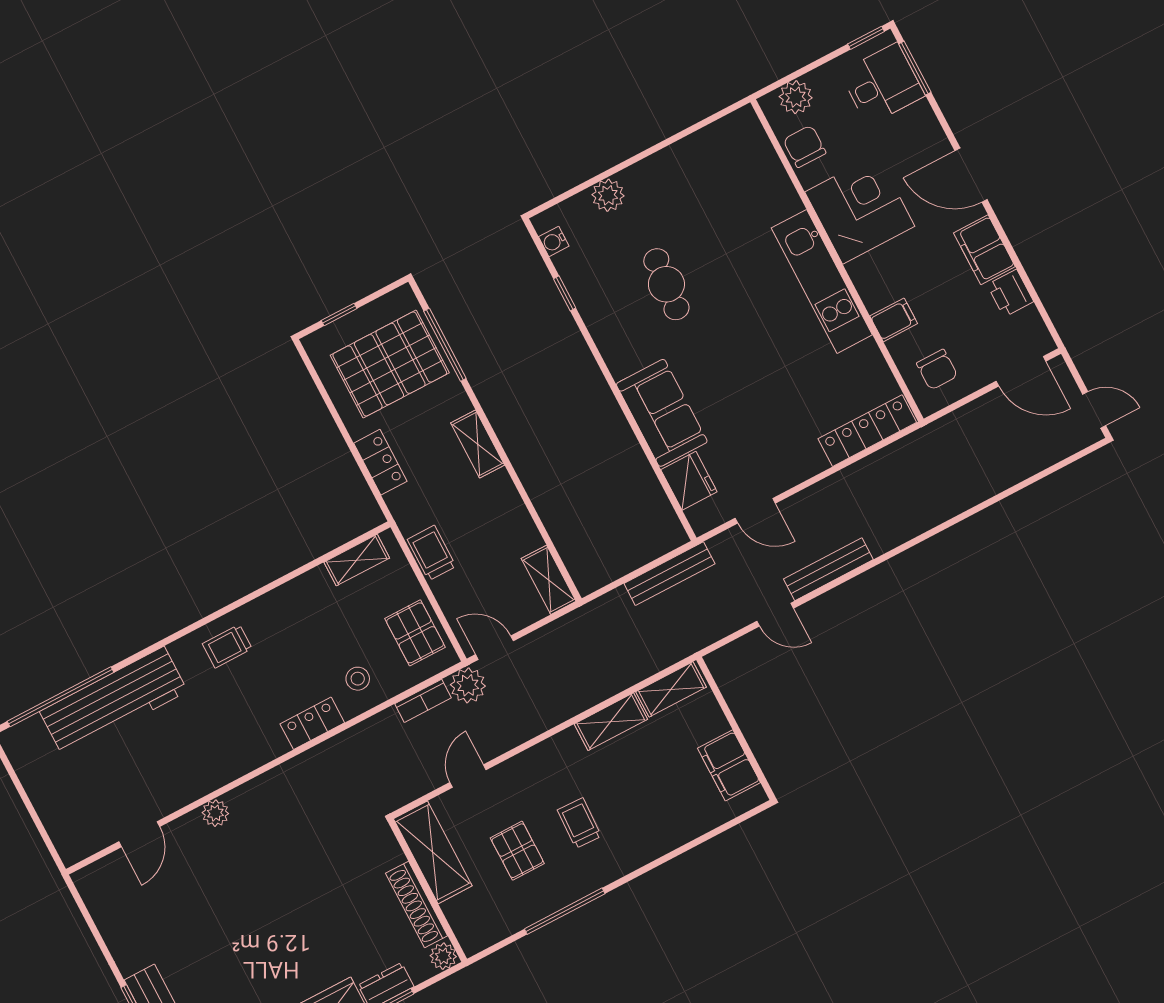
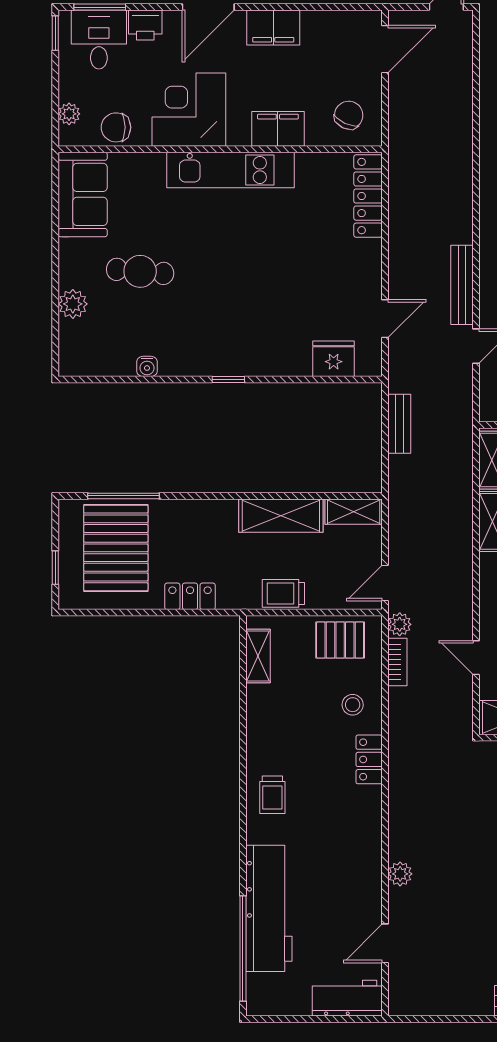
plant: (796, 97) -> (69, 114), width x0.73, depth x0.73
water cooler: (554, 241) -> (147, 366), moved
cafe table: (666, 284) -> (140, 271), moved
window: (565, 293) -> (228, 379), moved
printer: (1010, 293) -> (145, 25), moved
filing cabinet: (894, 320) -> (278, 129), width x2.00
chair: (937, 370) -> (349, 115), turned -65
sofa: (662, 413) -> (83, 194), moved, turned 90
shelving: (478, 444) -> (281, 516), moved, width x1.50, depth x1.33
bench: (669, 574) -> (399, 424), width x0.73
plant: (468, 685) -> (400, 624), width x0.73, depth x0.73
workbench: (66, 825) -> (347, 998), added
door: (139, 834) -> (385, 943), swing flipped

